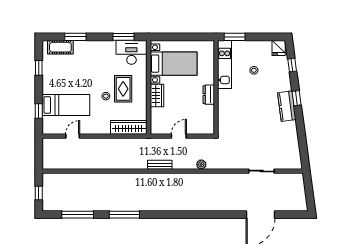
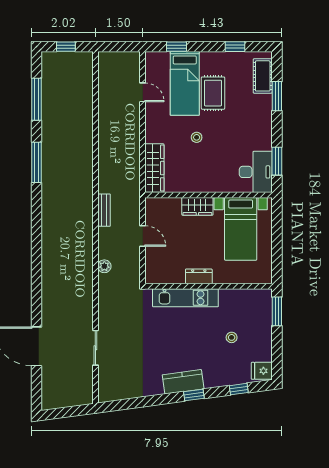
kitchen unit: (225, 64) -> (185, 298), moved
rug: (123, 89) -> (213, 93), moved, turned 90

